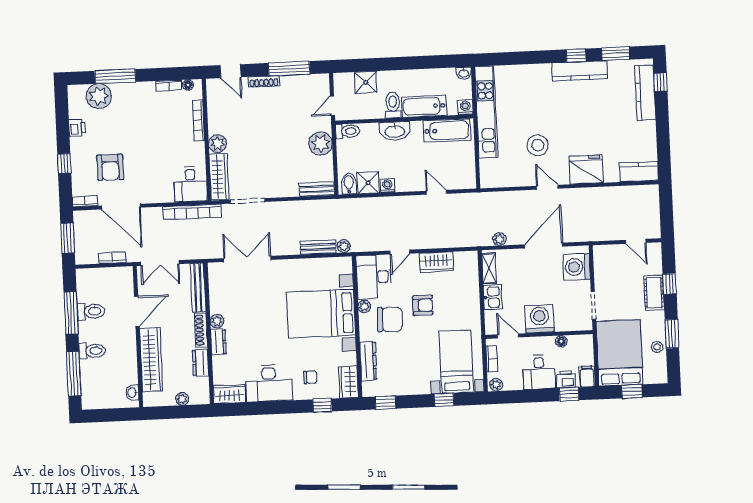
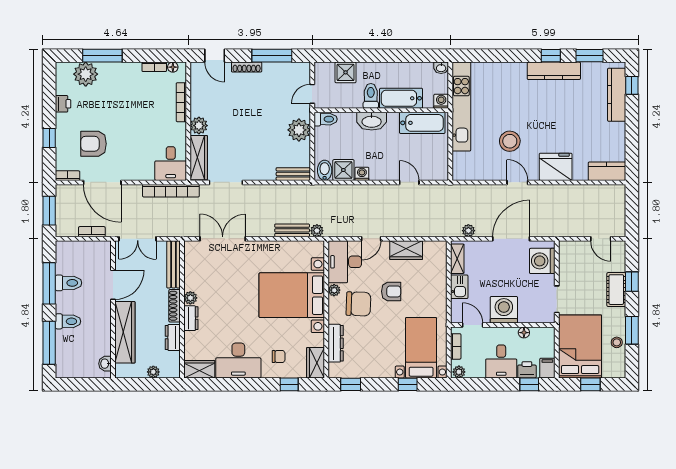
armchair: (110, 167) -> (94, 144), turned 90

